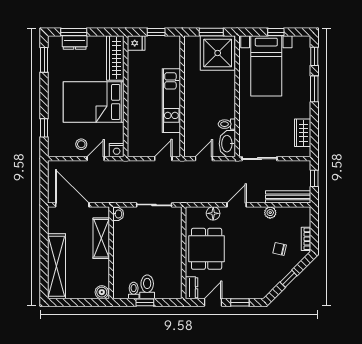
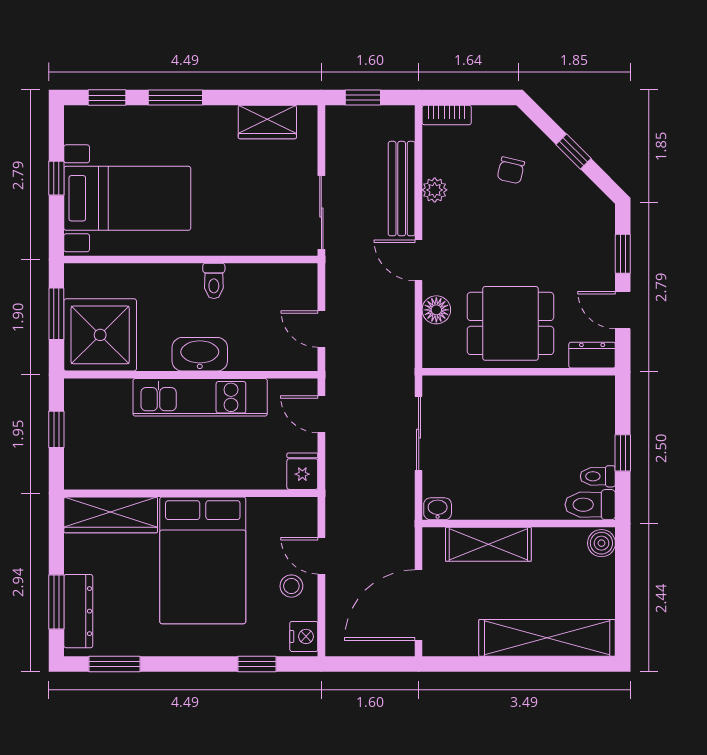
dresser: (75, 43) -> (78, 611), width x1.44
fridge: (136, 43) -> (302, 471), moved
shower: (218, 53) -> (100, 335), moved
toilet: (227, 124) -> (214, 281), moved
washbasin: (227, 144) -> (200, 354), moved, turned 180
nightstand: (117, 150) -> (304, 636), moved
bench: (288, 197) -> (402, 189), moved
bookcase: (306, 239) -> (447, 115), moved
toilet: (147, 287) -> (590, 505), moved

